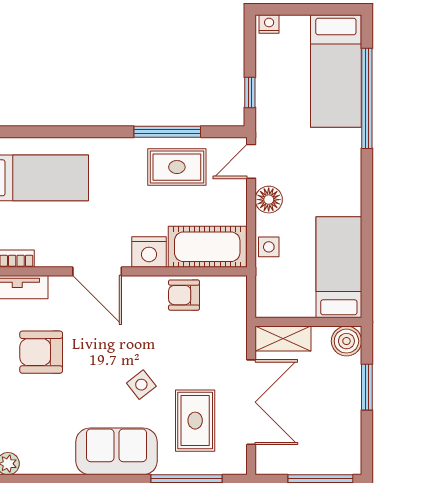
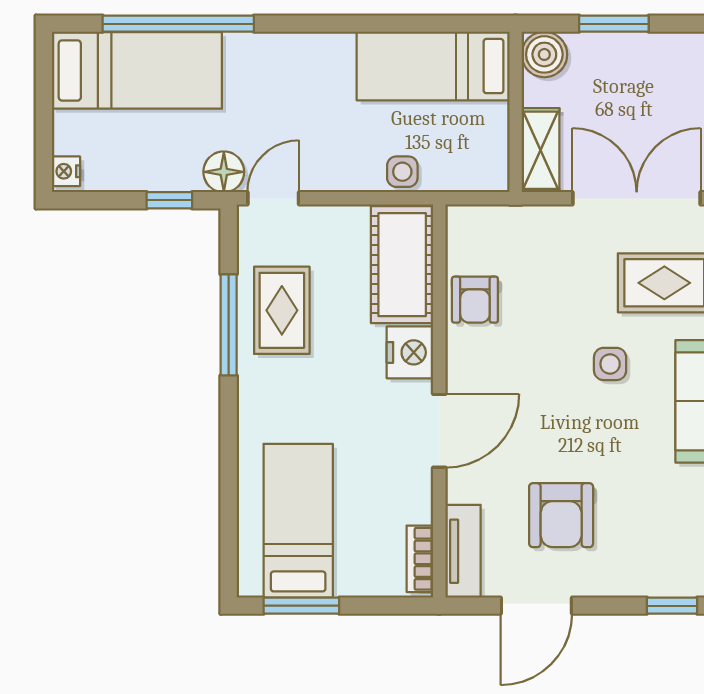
door: (251, 161) -> (273, 198), swing flipped
floor lamp: (269, 200) -> (224, 172), moved
side table: (141, 385) -> (610, 364), turned 38

